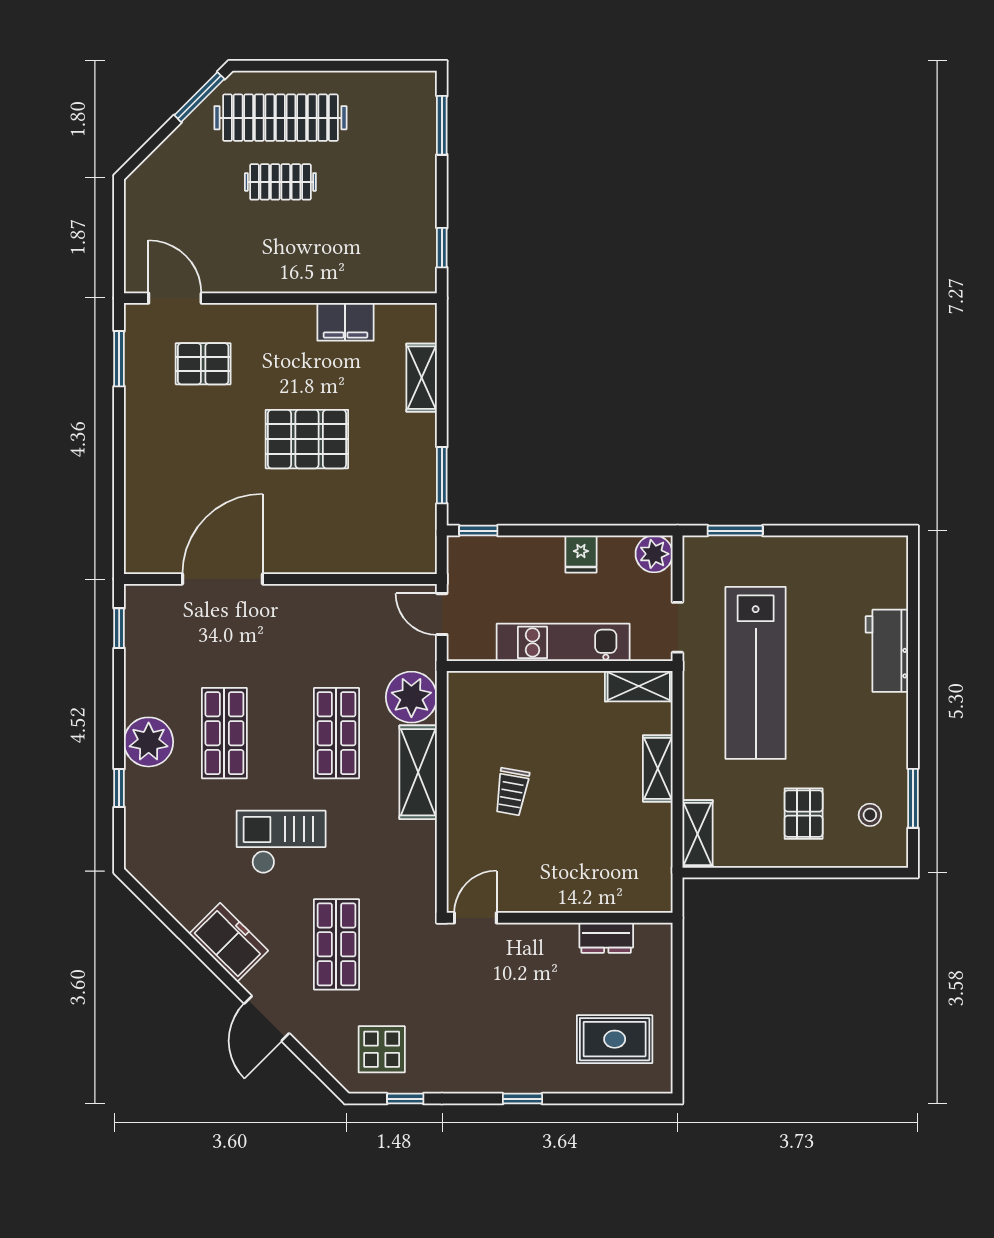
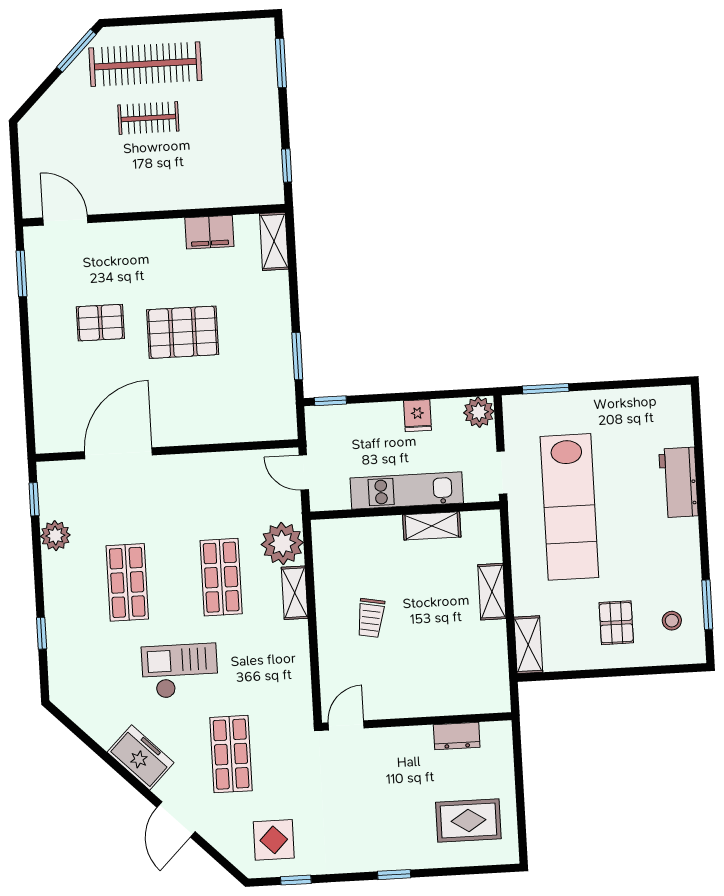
pallet: (203, 364) -> (100, 323), moved
shelving: (422, 378) -> (274, 241), moved
shelving: (639, 686) -> (432, 526), moved
plant: (149, 742) -> (55, 536), moved, width x0.73, depth x0.73
shelving: (418, 772) -> (295, 593), width x0.67, depth x0.75

